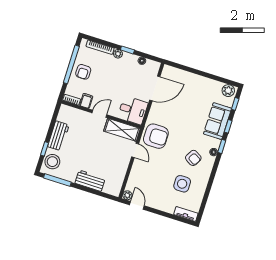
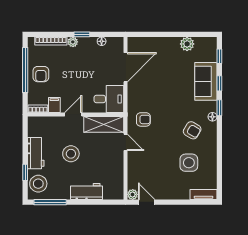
plant: (228, 91) -> (187, 44), moved
armchair: (156, 136) -> (143, 119), width x0.53, depth x0.53
stool: (87, 146) -> (71, 154), added

